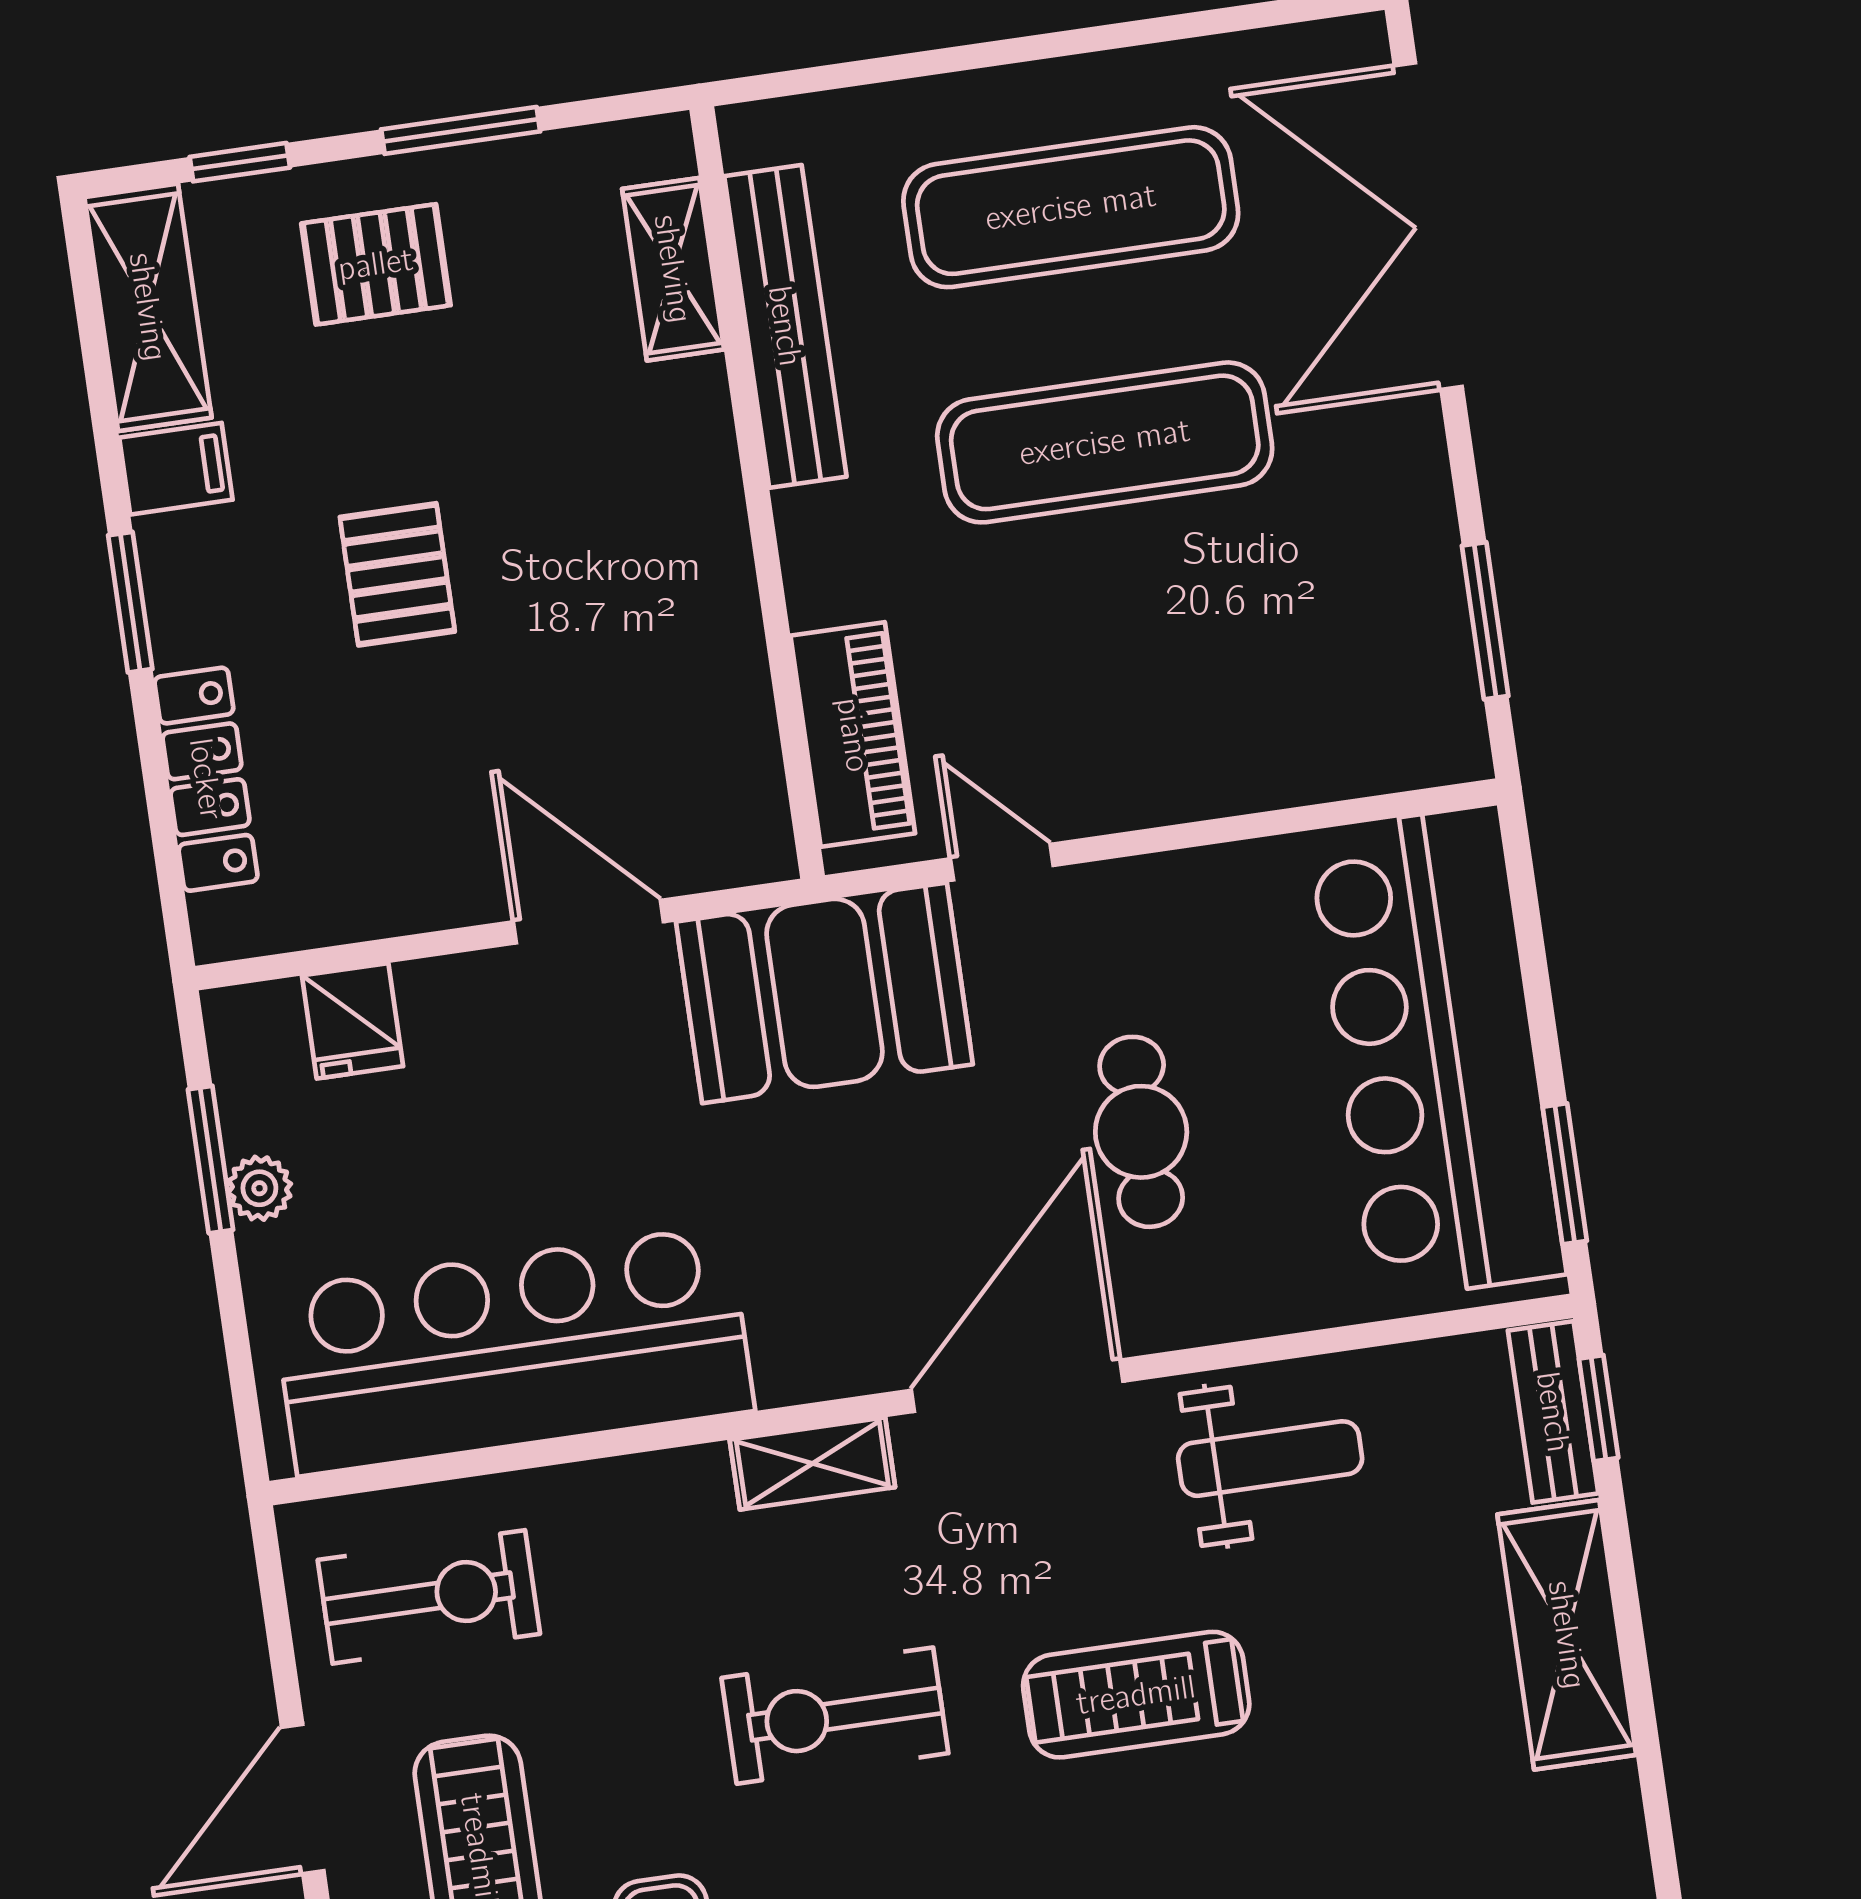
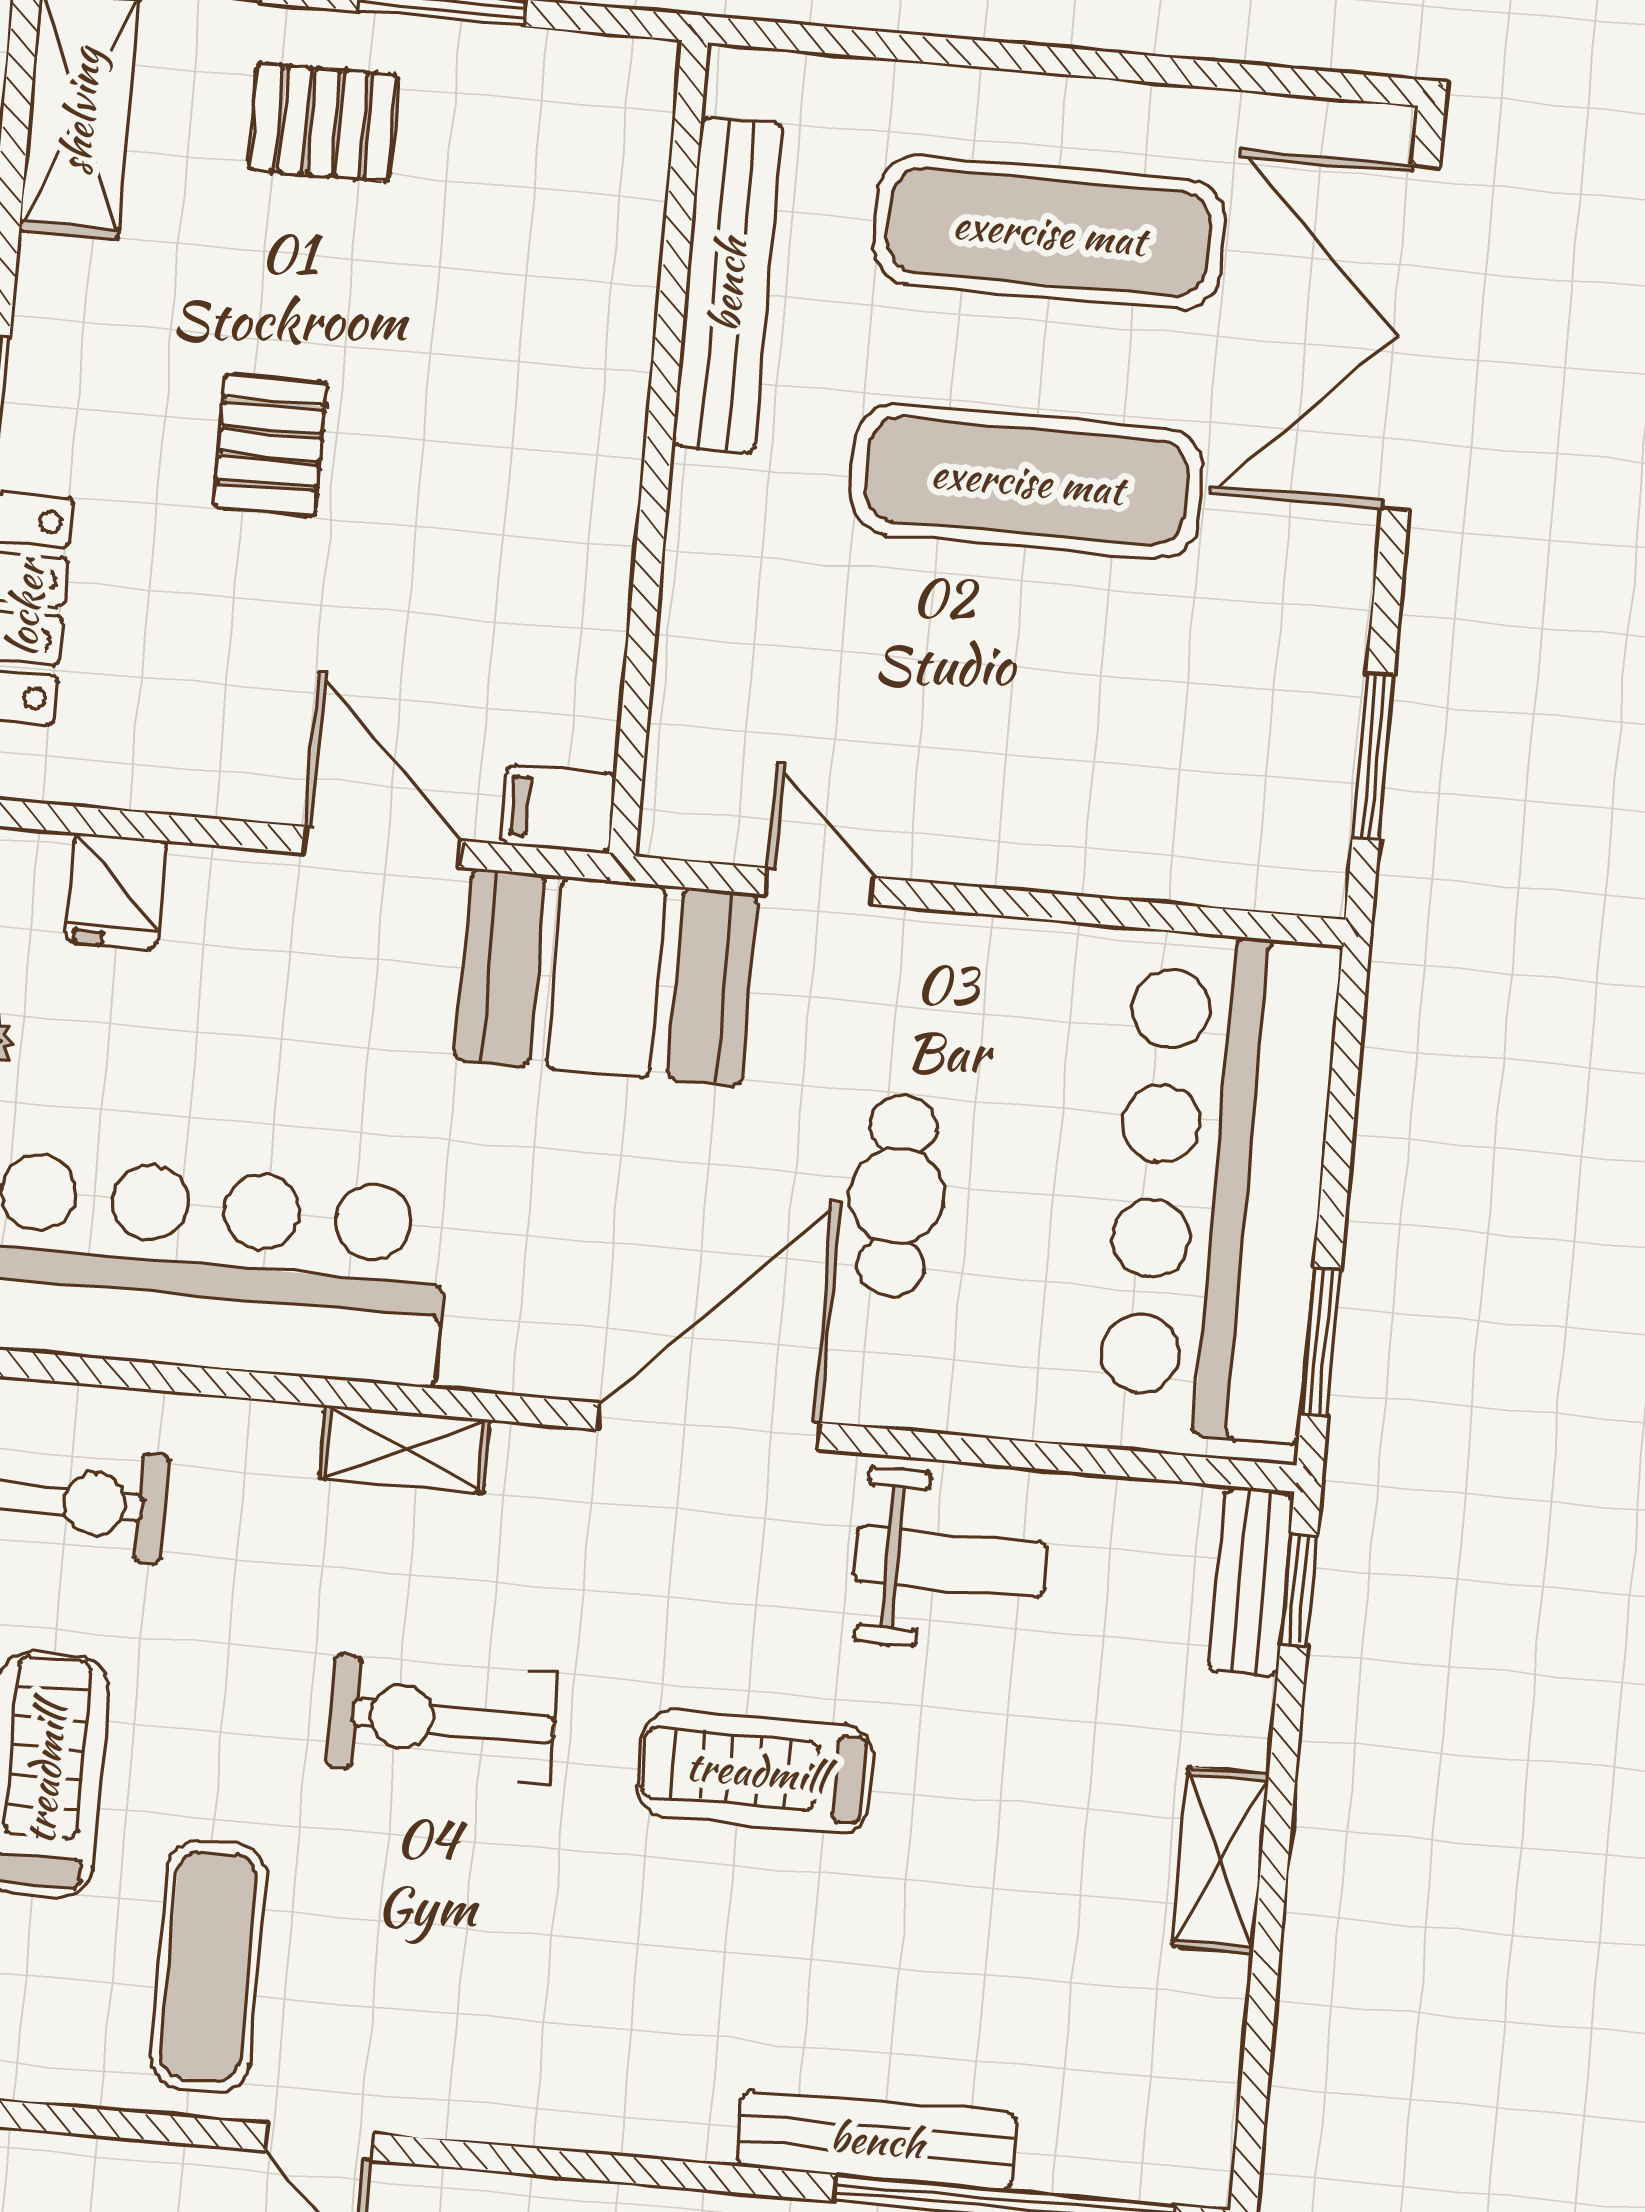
shelving: (673, 269) -> (627, 199), removed
filing cabinet: (176, 469) -> (559, 809), moved, turned 180
piano: (853, 735) -> (698, 719), removed
shelving: (812, 1463) -> (405, 1449), moved
shelving: (1567, 1635) -> (1221, 1860), width x0.67, depth x0.75

